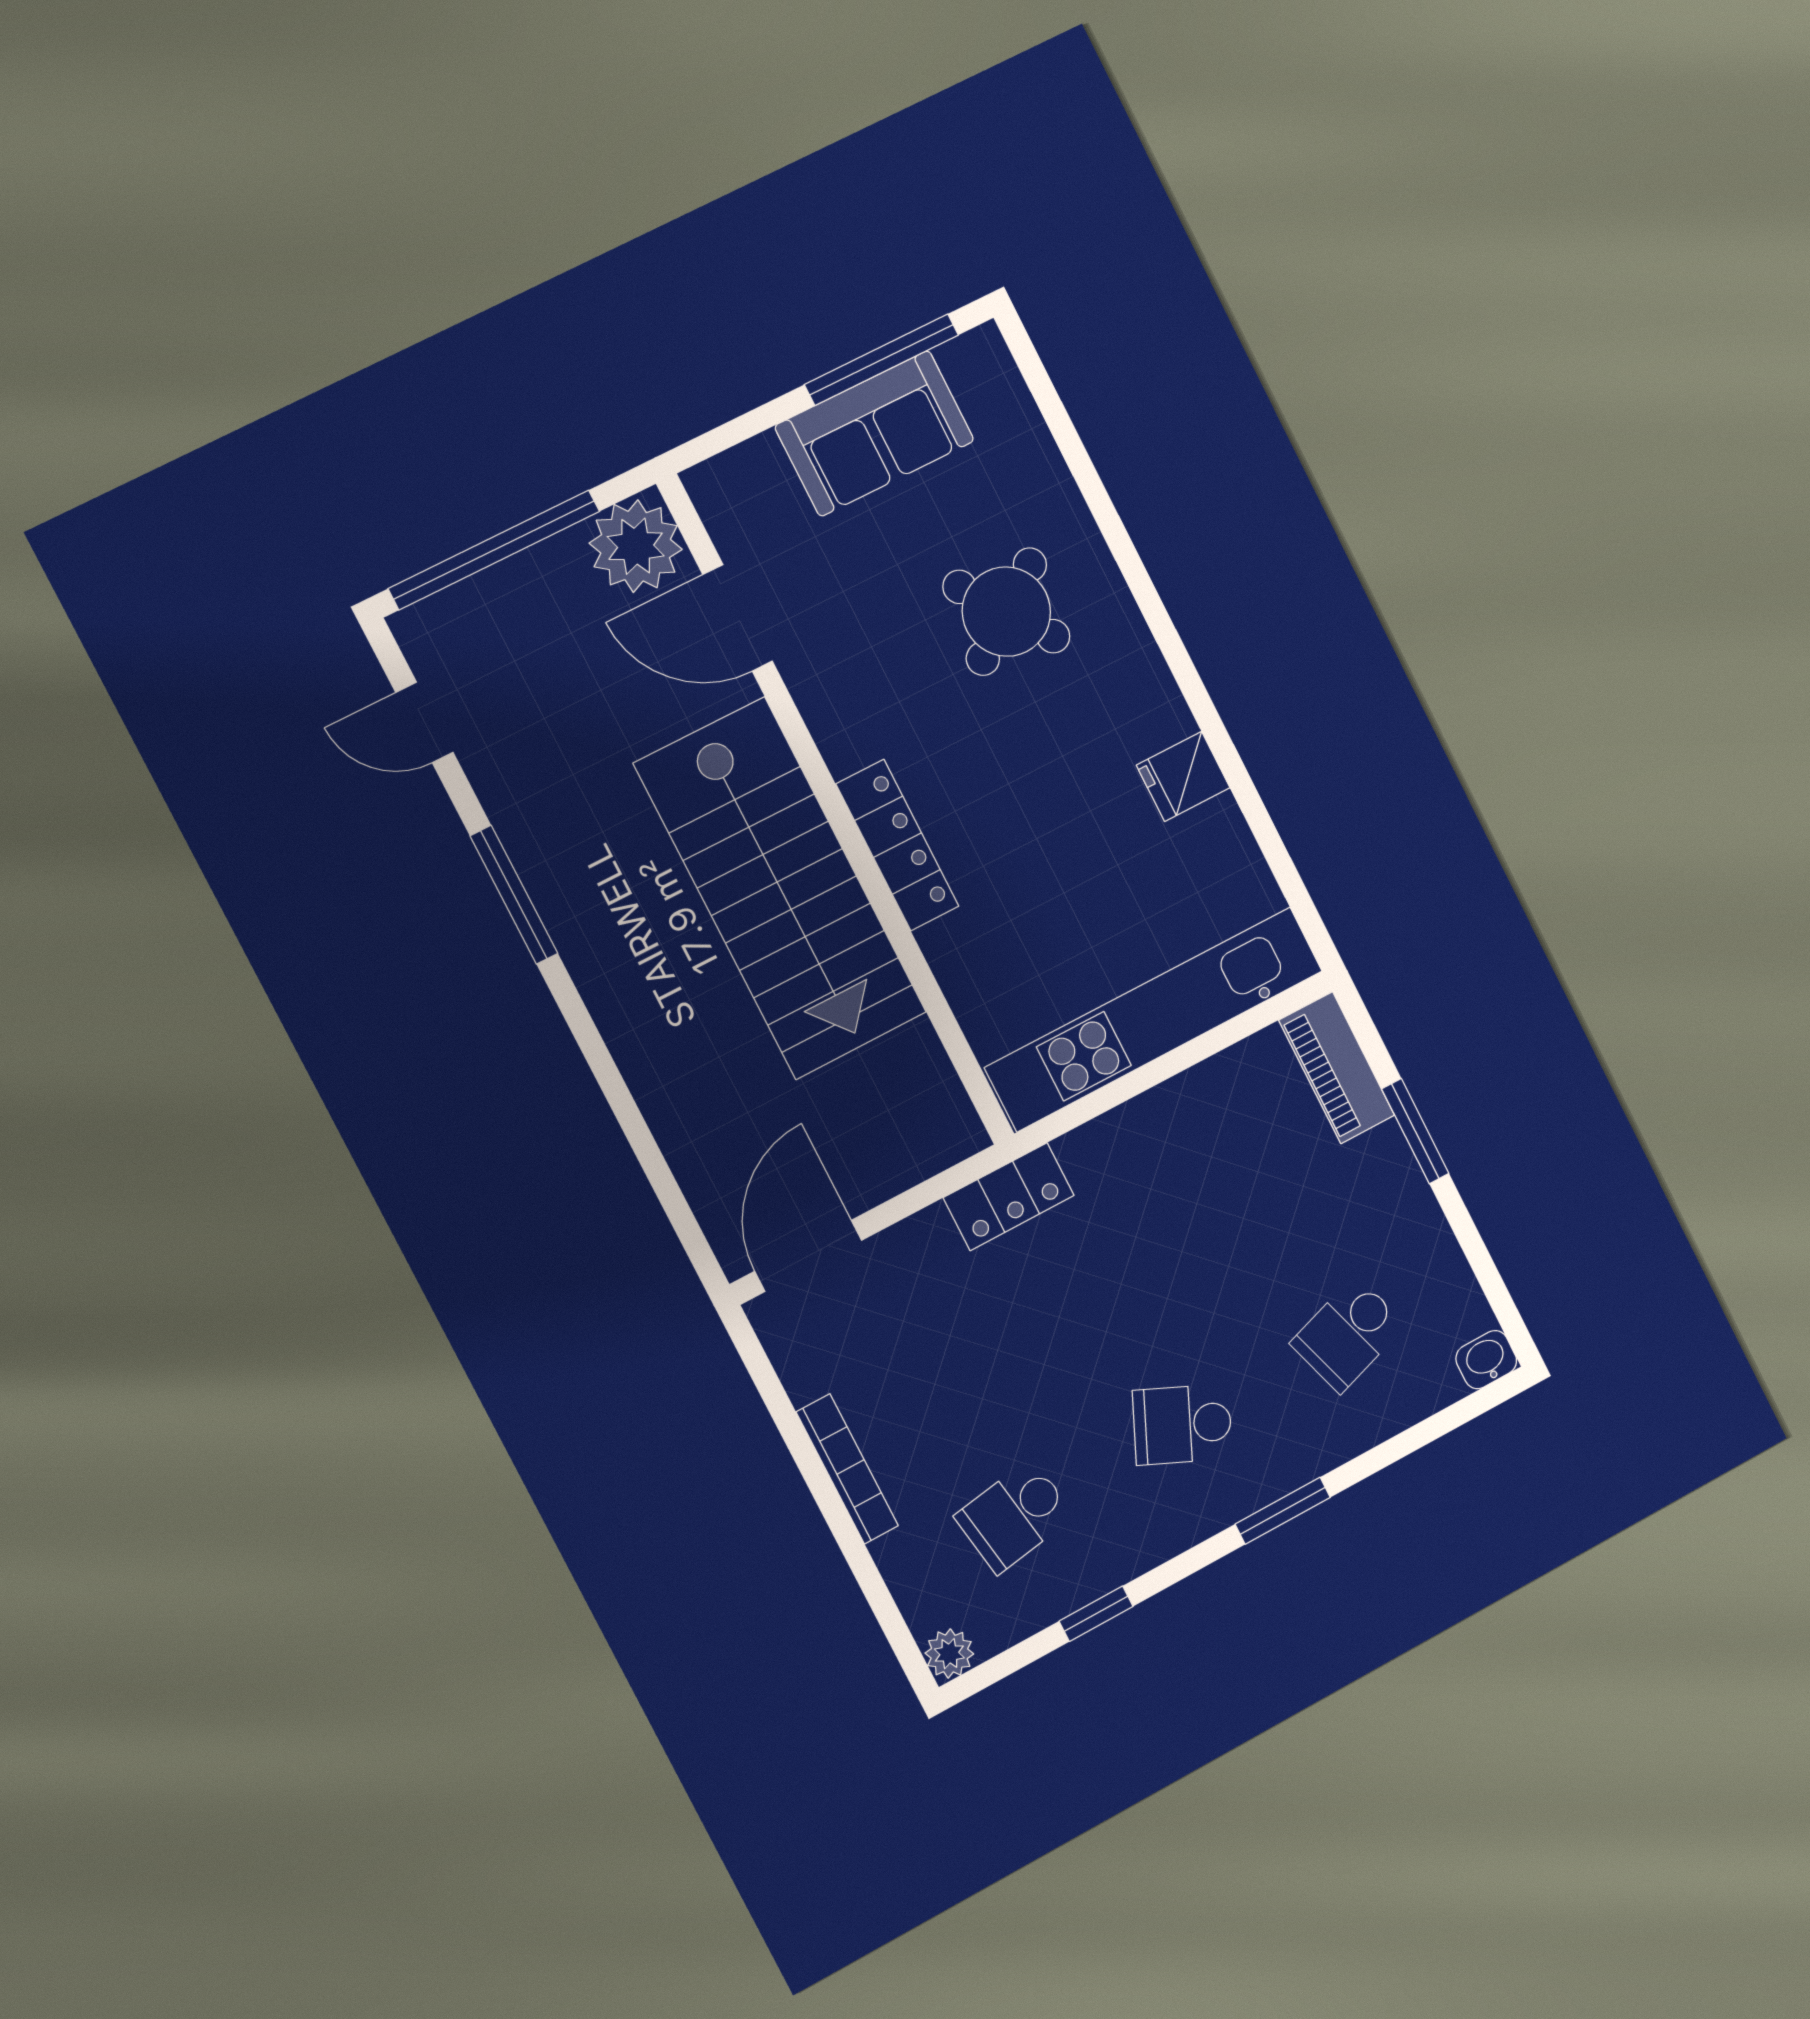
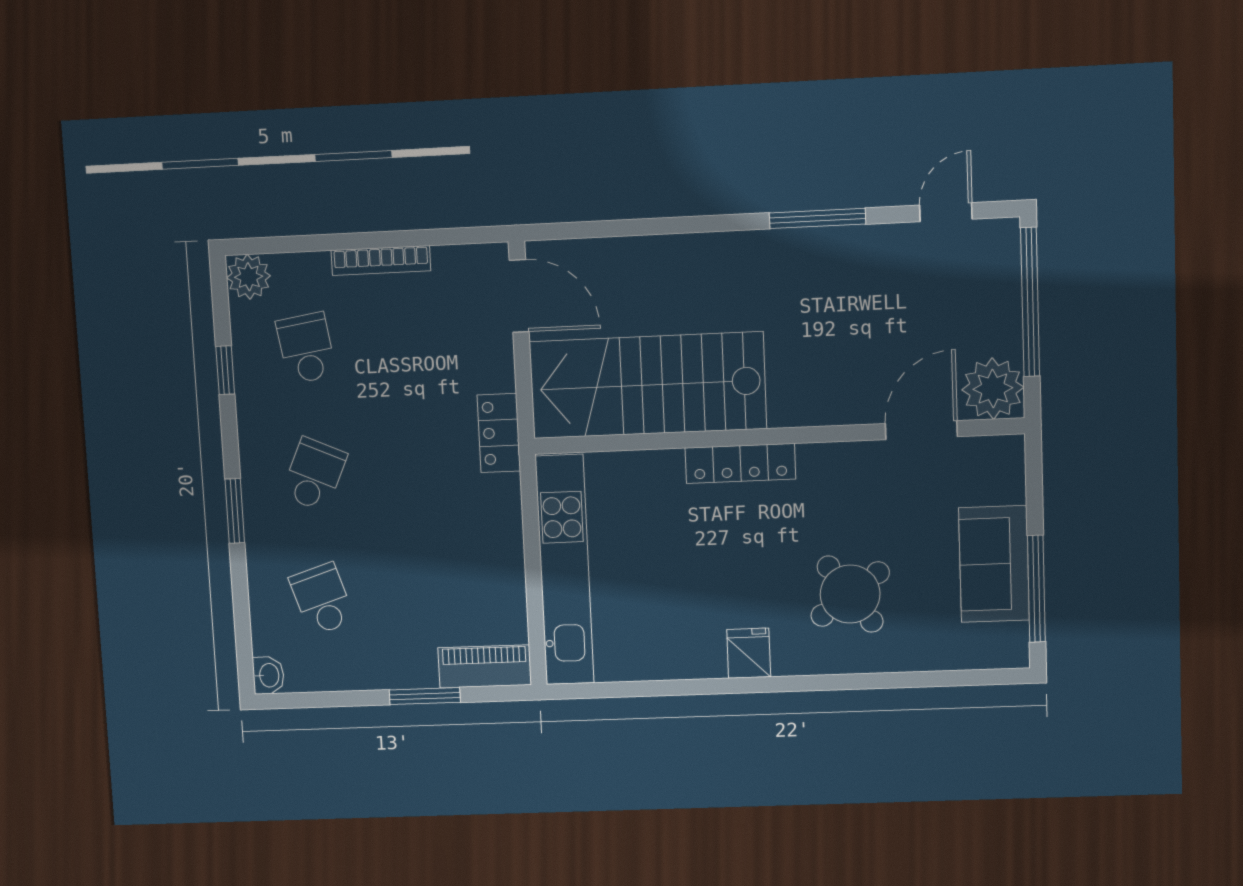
fridge: (1183, 776) -> (749, 653), moved
stairs: (780, 888) -> (648, 385), moved
plant: (949, 1654) -> (249, 277), width x1.38, depth x1.38

